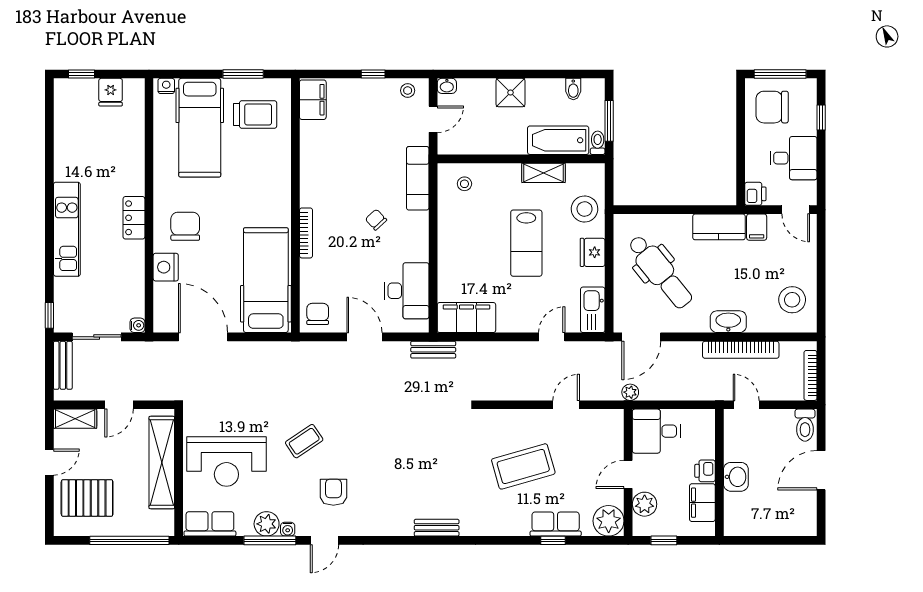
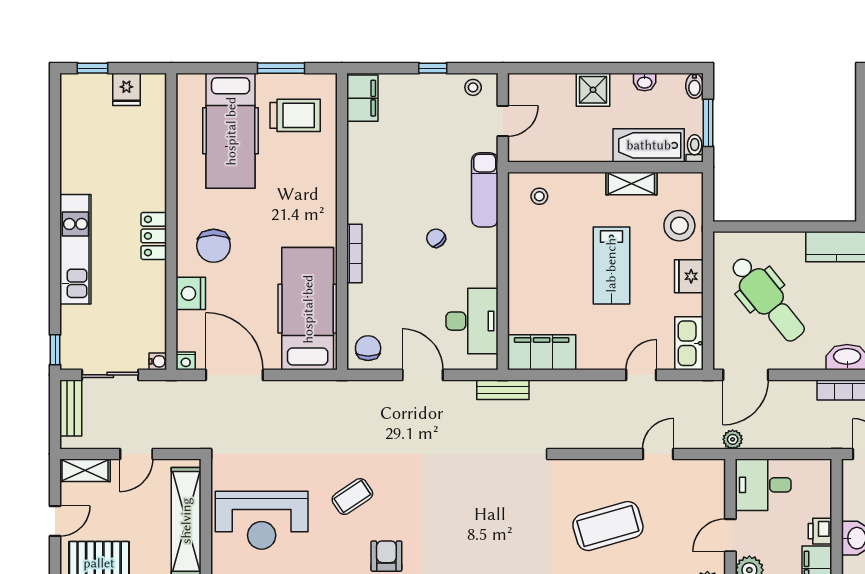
nightstand: (166, 86) -> (186, 361), moved, turned 180
washbasin: (447, 86) -> (645, 82), moved
bidet: (573, 89) -> (694, 86), moved
chair: (185, 226) -> (214, 246), turned 180

